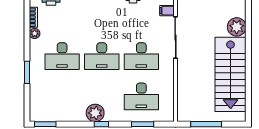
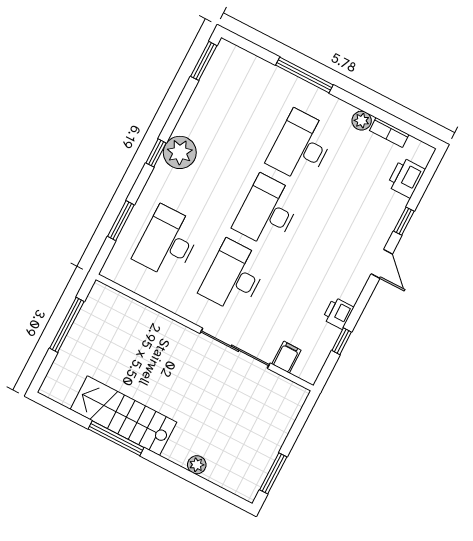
plant: (237, 27) -> (197, 465), width x0.53, depth x0.53
window: (27, 72) -> (304, 75), width x1.44
window: (248, 72) -> (116, 438), added
stairs: (231, 74) -> (123, 416), width x0.73, depth x0.66

